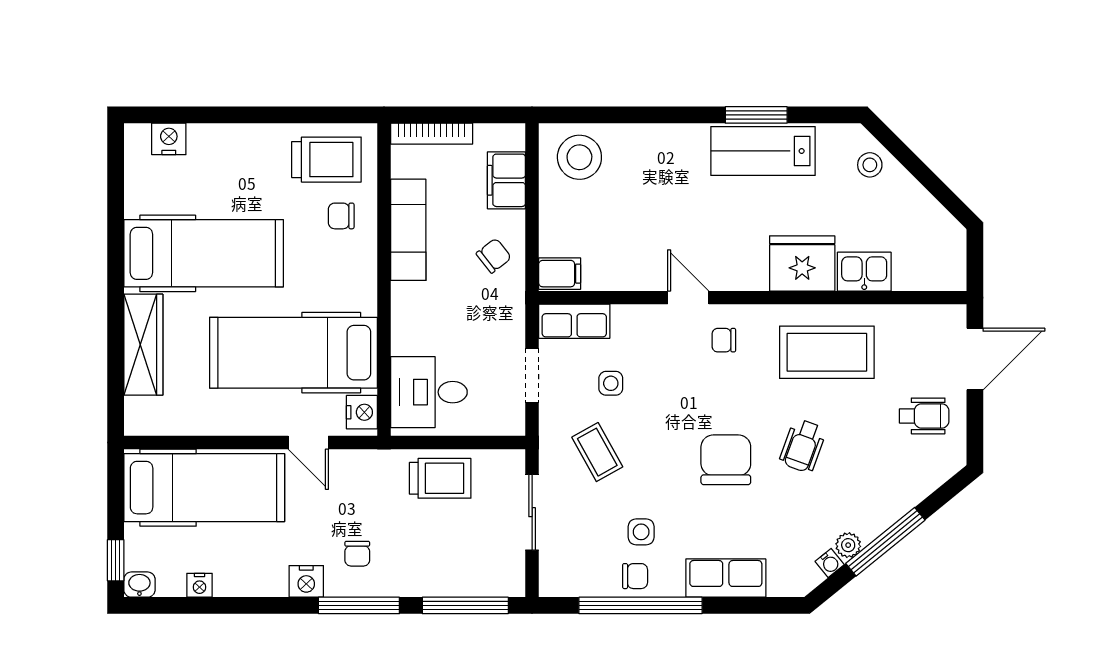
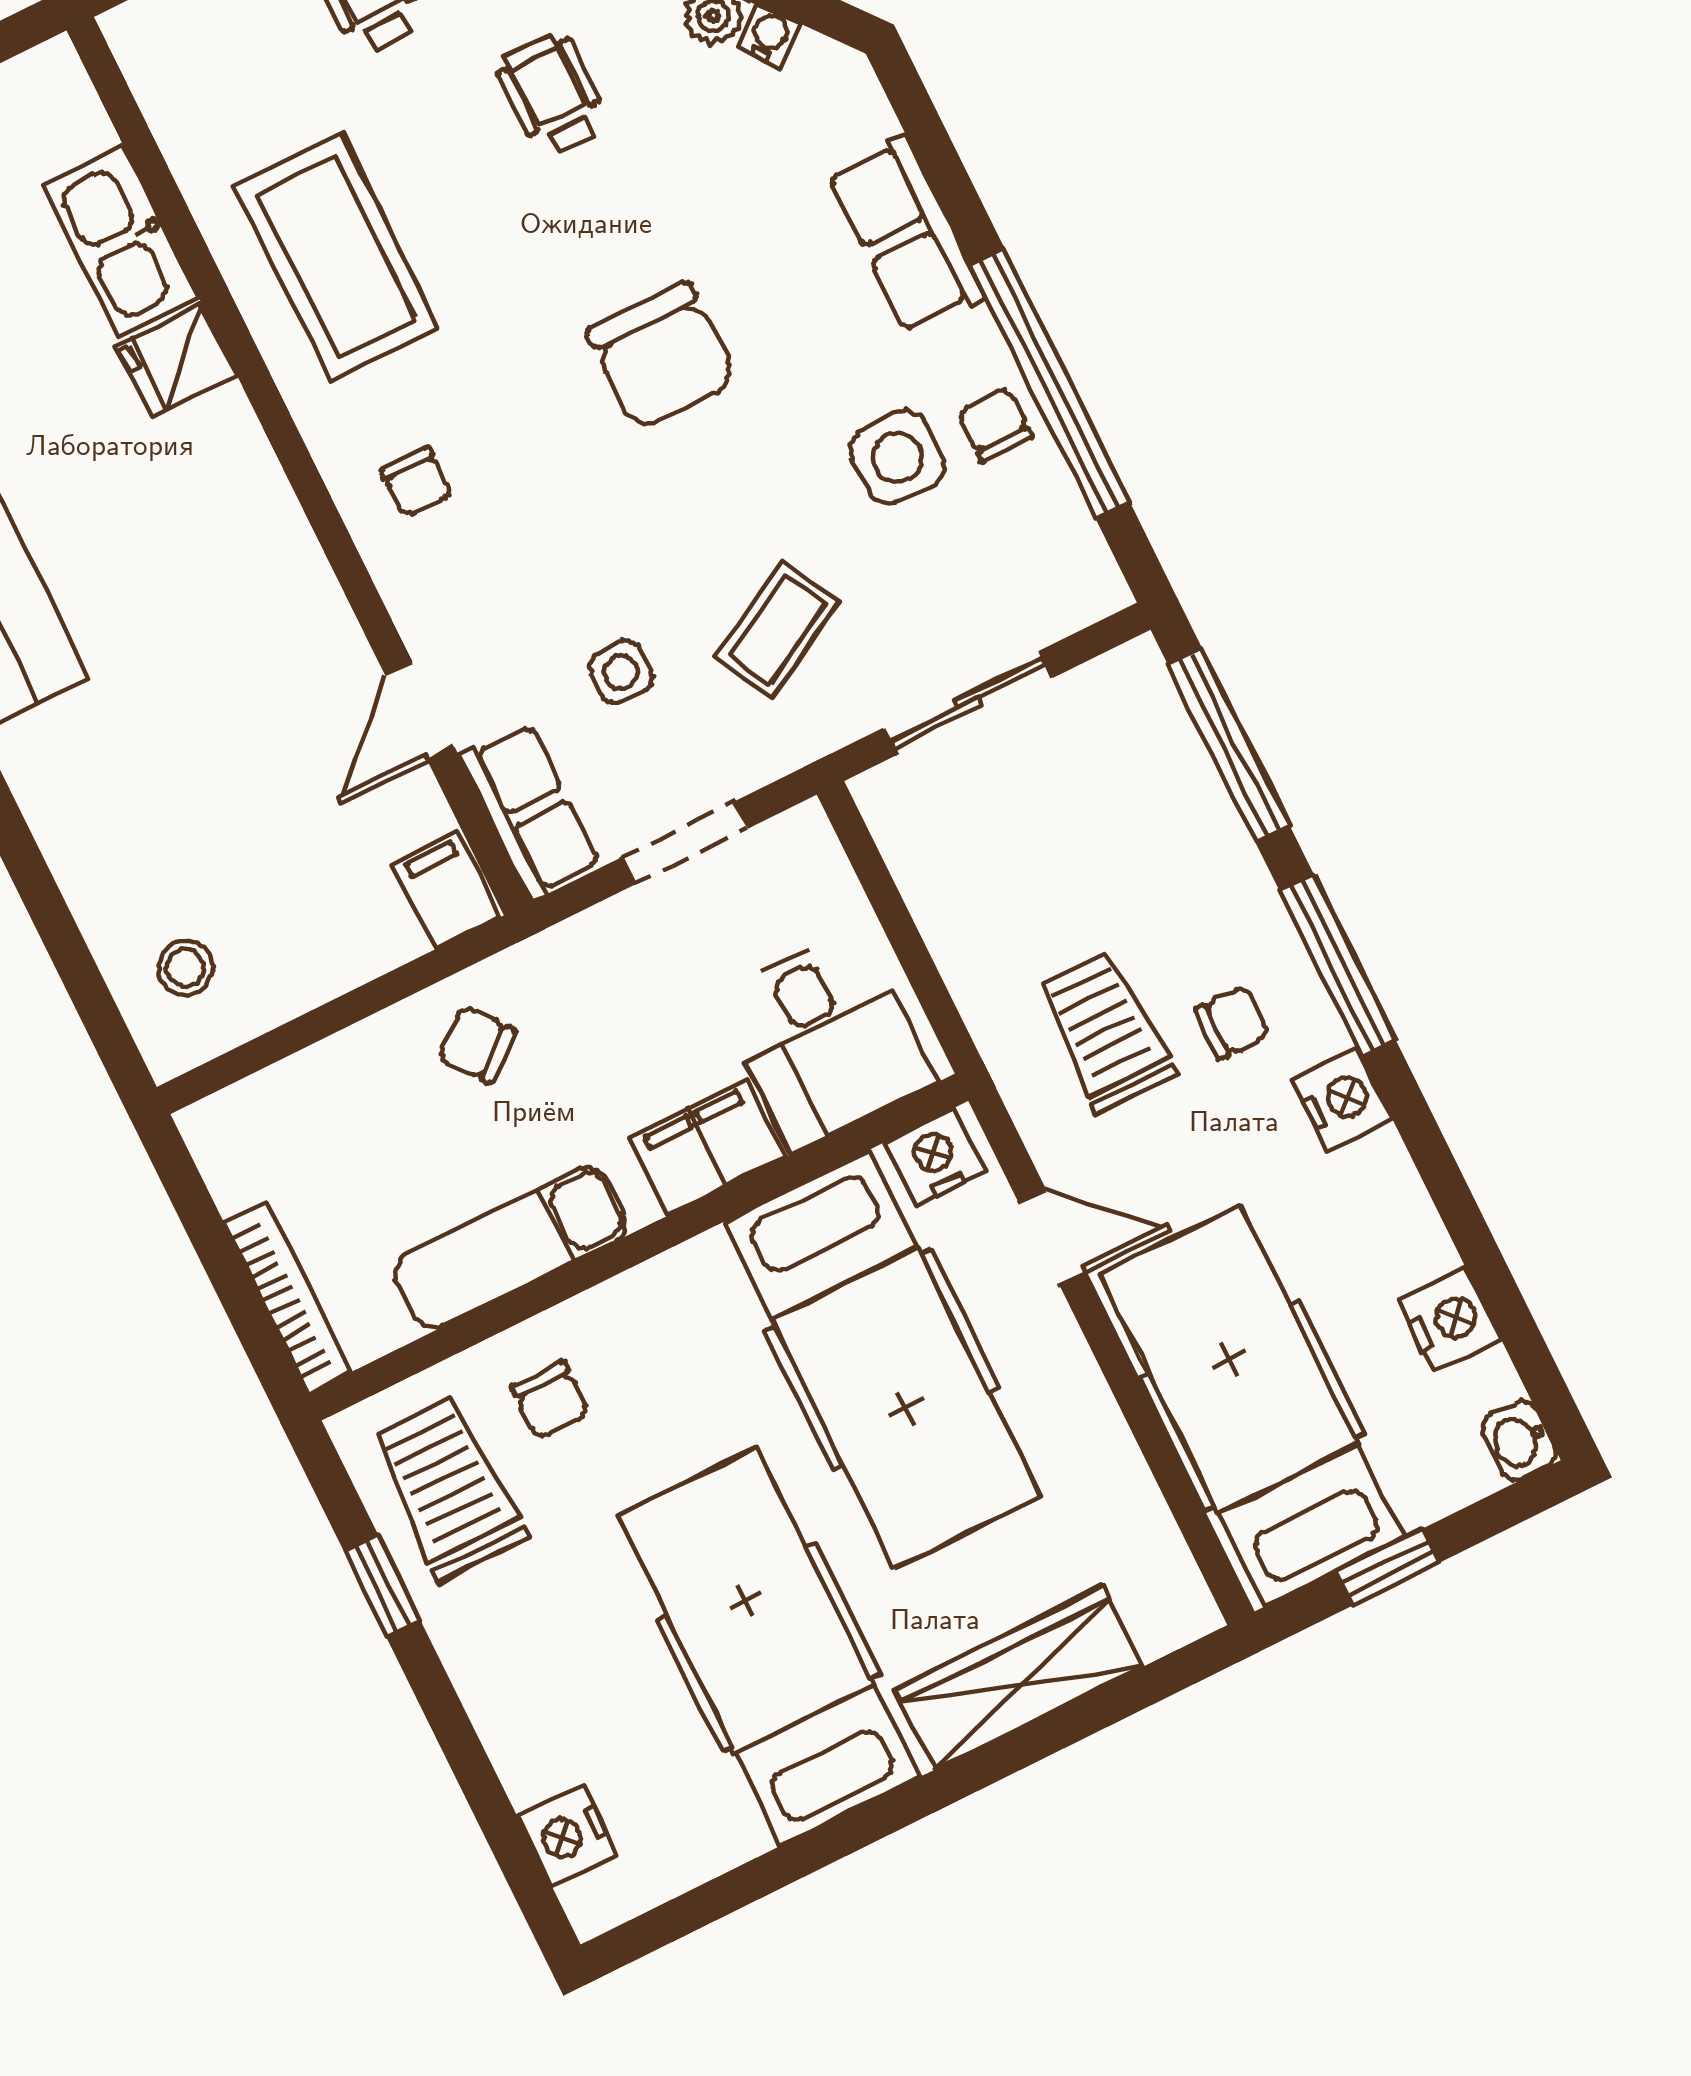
window: (301, 115) -> (382, 1586), added
stool: (579, 157) -> (186, 968), width x0.53, depth x0.53
filing cabinet: (506, 180) -> (707, 1147), moved, turned 180
fridge: (802, 263) -> (176, 360), width x0.53, depth x0.75
kitchen sink: (864, 272) -> (121, 241), width x1.38
door: (688, 298) -> (420, 711), moved
door: (308, 442) -> (1053, 1237), hinge flipped
wheelchair: (803, 446) -> (553, 95), moved, turned -110
chair: (726, 460) -> (662, 356), turned -90
trolley: (440, 478) -> (1106, 1031), moved
side table: (641, 532) -> (897, 457), width x1.37, depth x1.37
window: (116, 560) -> (1388, 1567), moved
nightstand: (200, 585) -> (1450, 1320), width x1.39, depth x1.35

